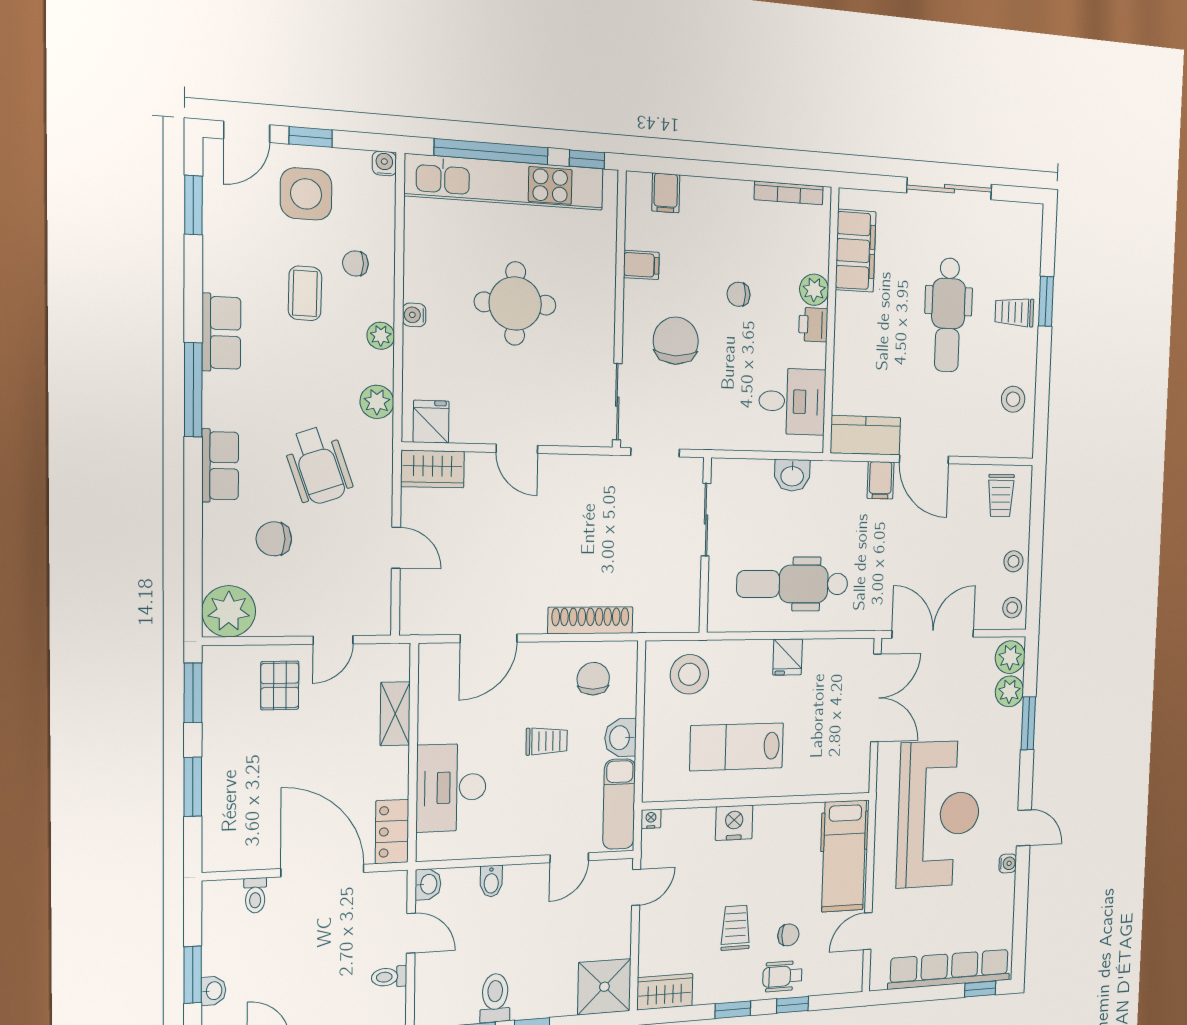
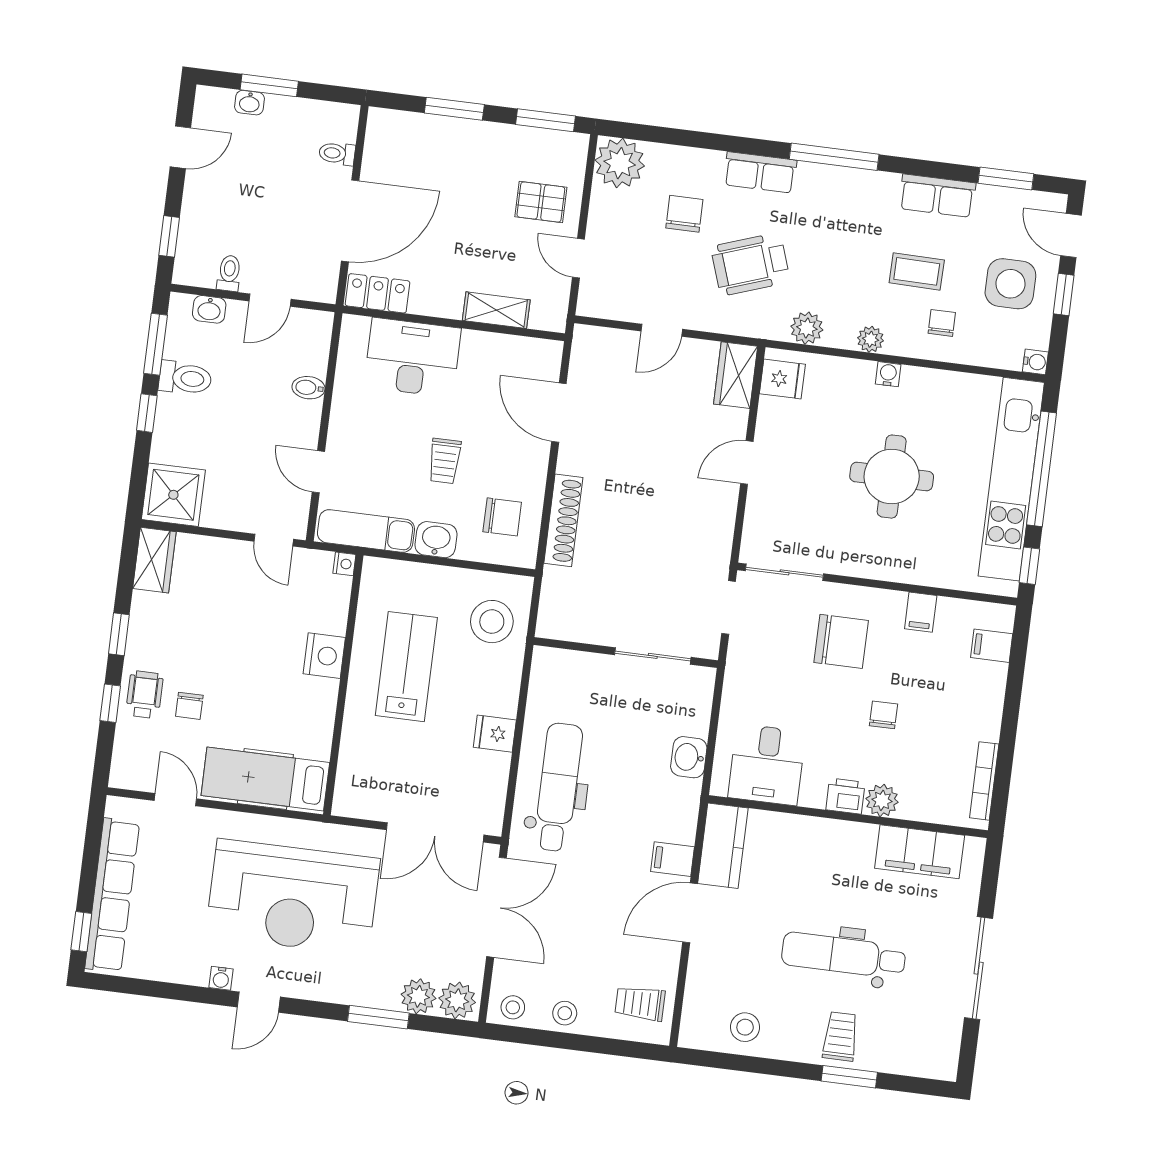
row of seats: (221, 333) -> (937, 196), moved
dental chair: (793, 584) -> (558, 787), moved
washbasin: (428, 884) -> (209, 309), moved
trolley: (736, 928) -> (209, 646), removed

